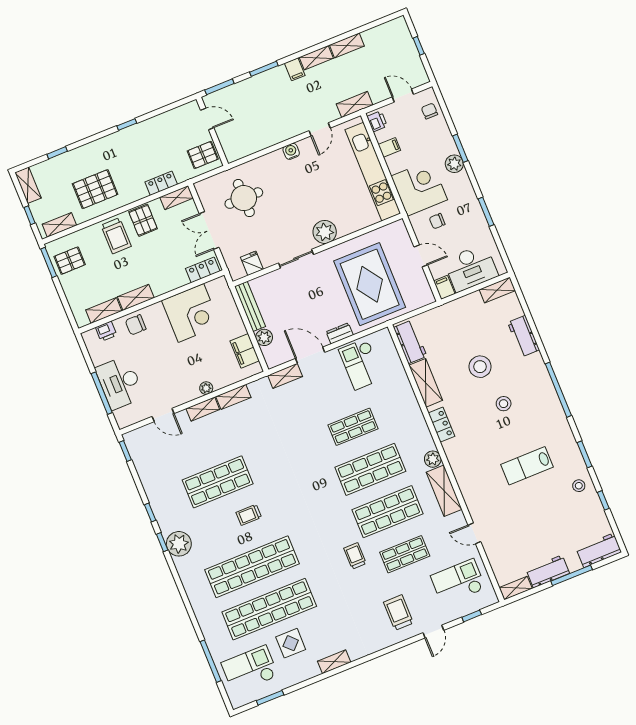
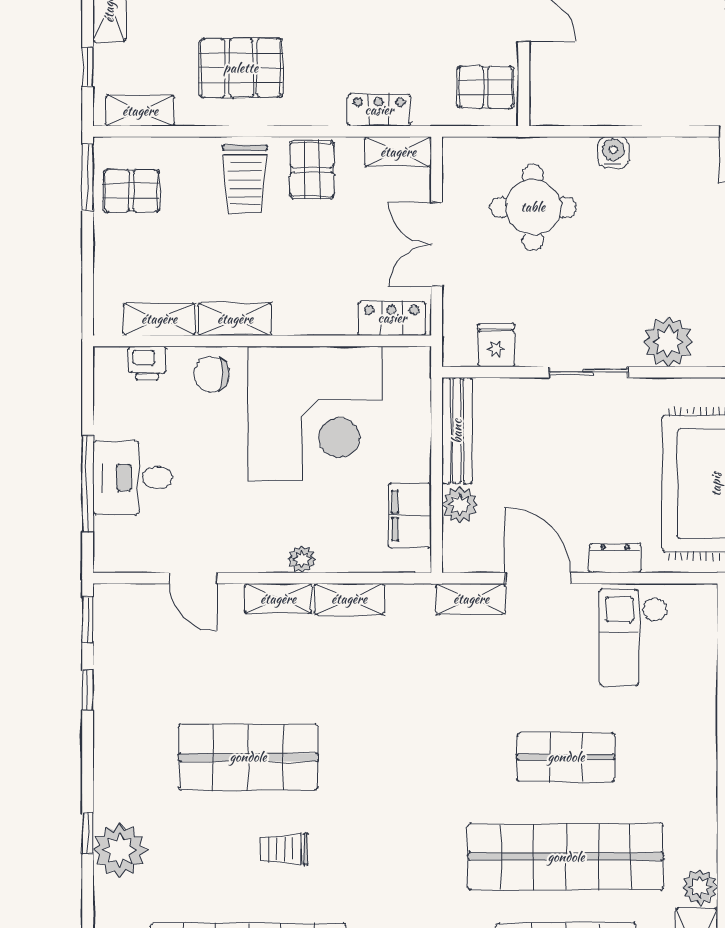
water cooler: (291, 151) -> (613, 152), moved
corner desk: (191, 313) -> (315, 413), width x1.36, depth x1.36
desk: (120, 383) -> (132, 478), width x0.73
shop shelf: (370, 469) -> (566, 857), width x1.40
window: (150, 512) -> (88, 690), moved

